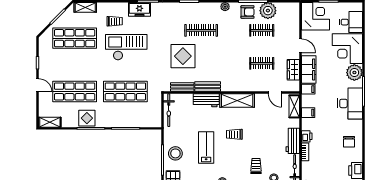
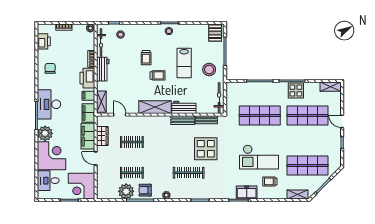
filing cabinet: (308, 89) -> (88, 113), width x2.00
printer: (307, 136) -> (87, 78), width x1.87, depth x1.48
stool: (175, 153) -> (209, 70), moved
trolley: (256, 166) -> (146, 58), moved

